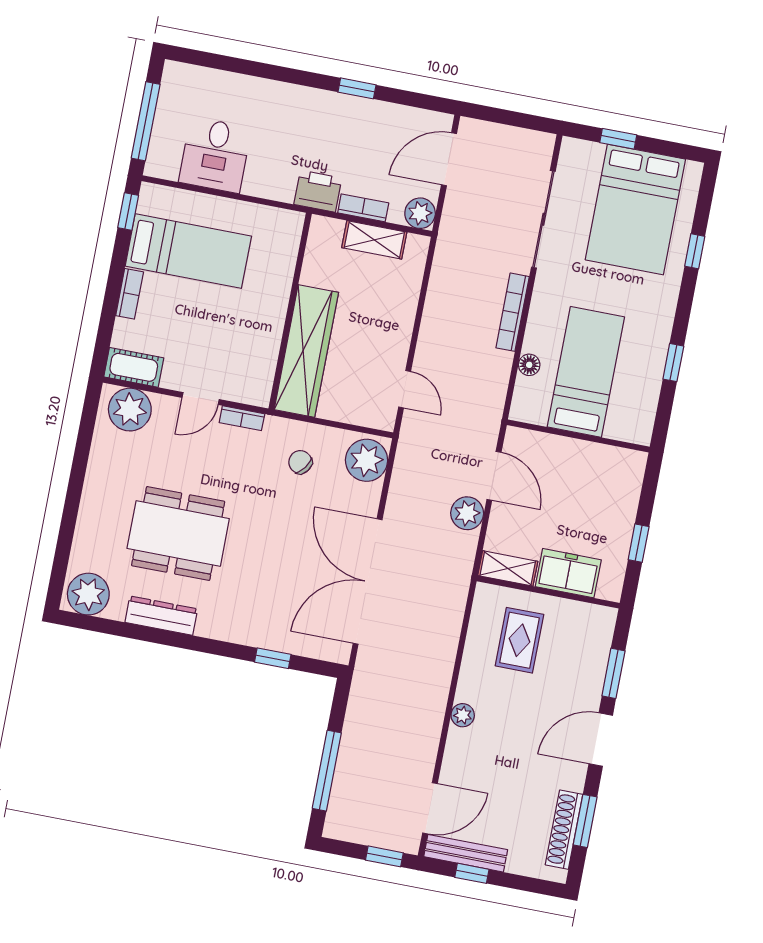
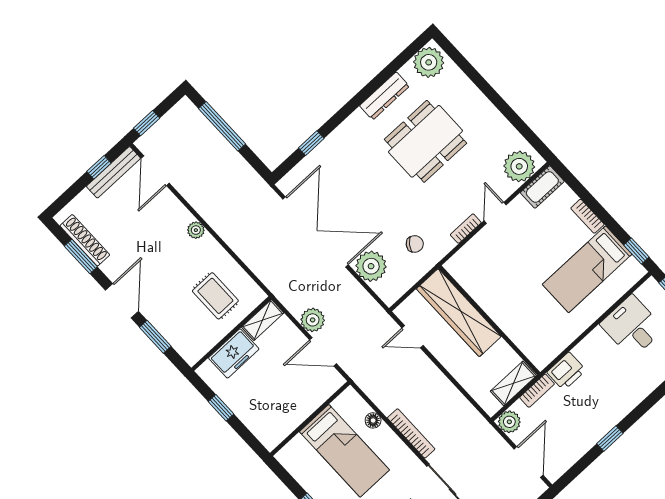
wall: (290, 311) -> (489, 320), moved
wardrobe: (306, 351) -> (459, 313), moved
plant: (367, 460) -> (371, 266), moved

